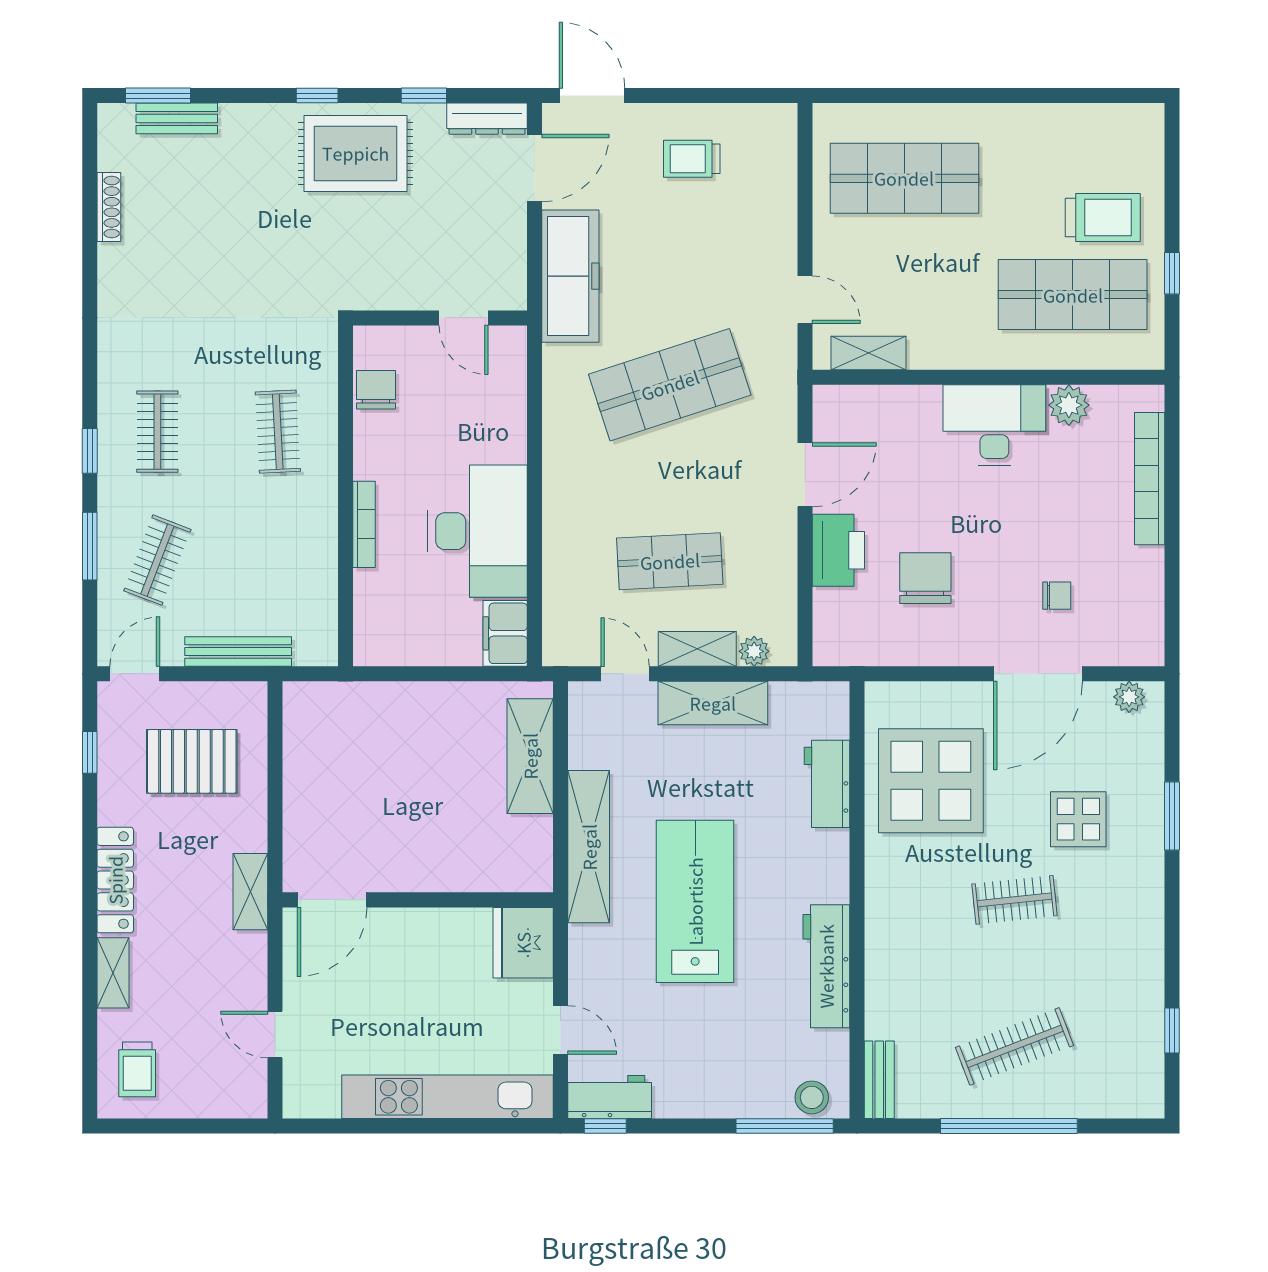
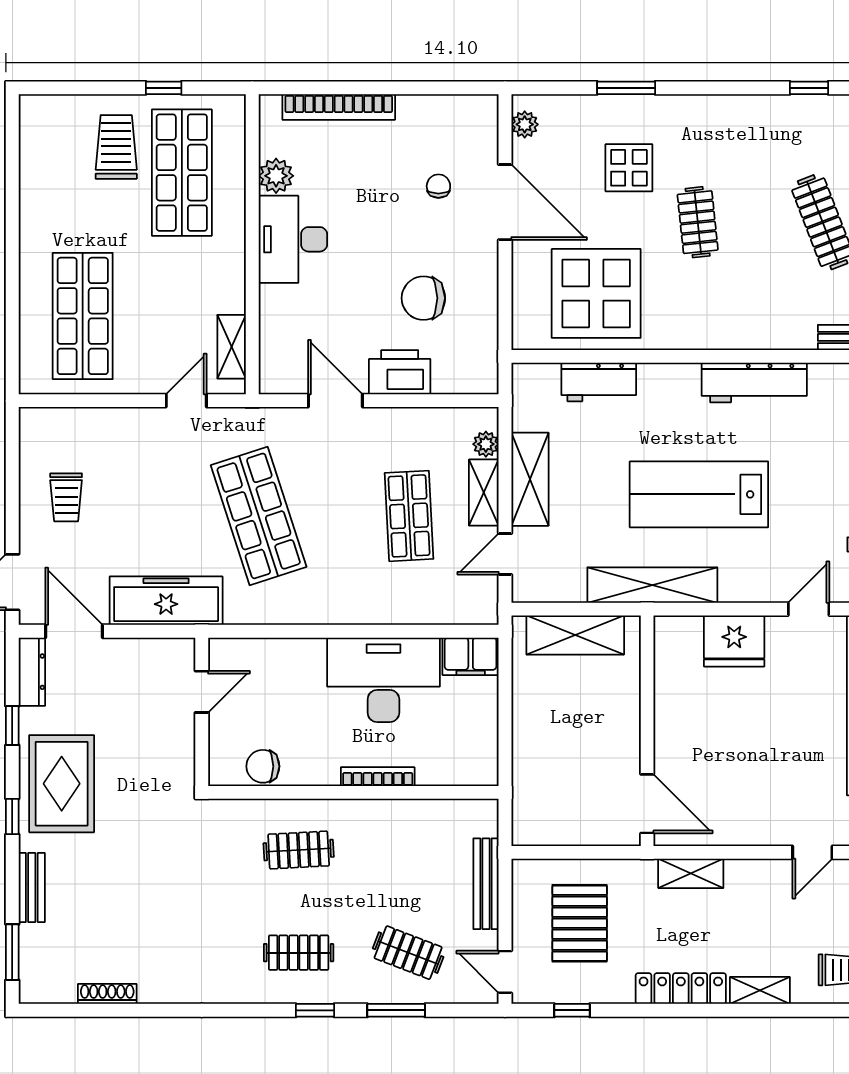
bench: (177, 118) -> (32, 887), moved
door: (332, 900) -> (647, 804), moved
wall: (418, 900) -> (647, 731), moved

